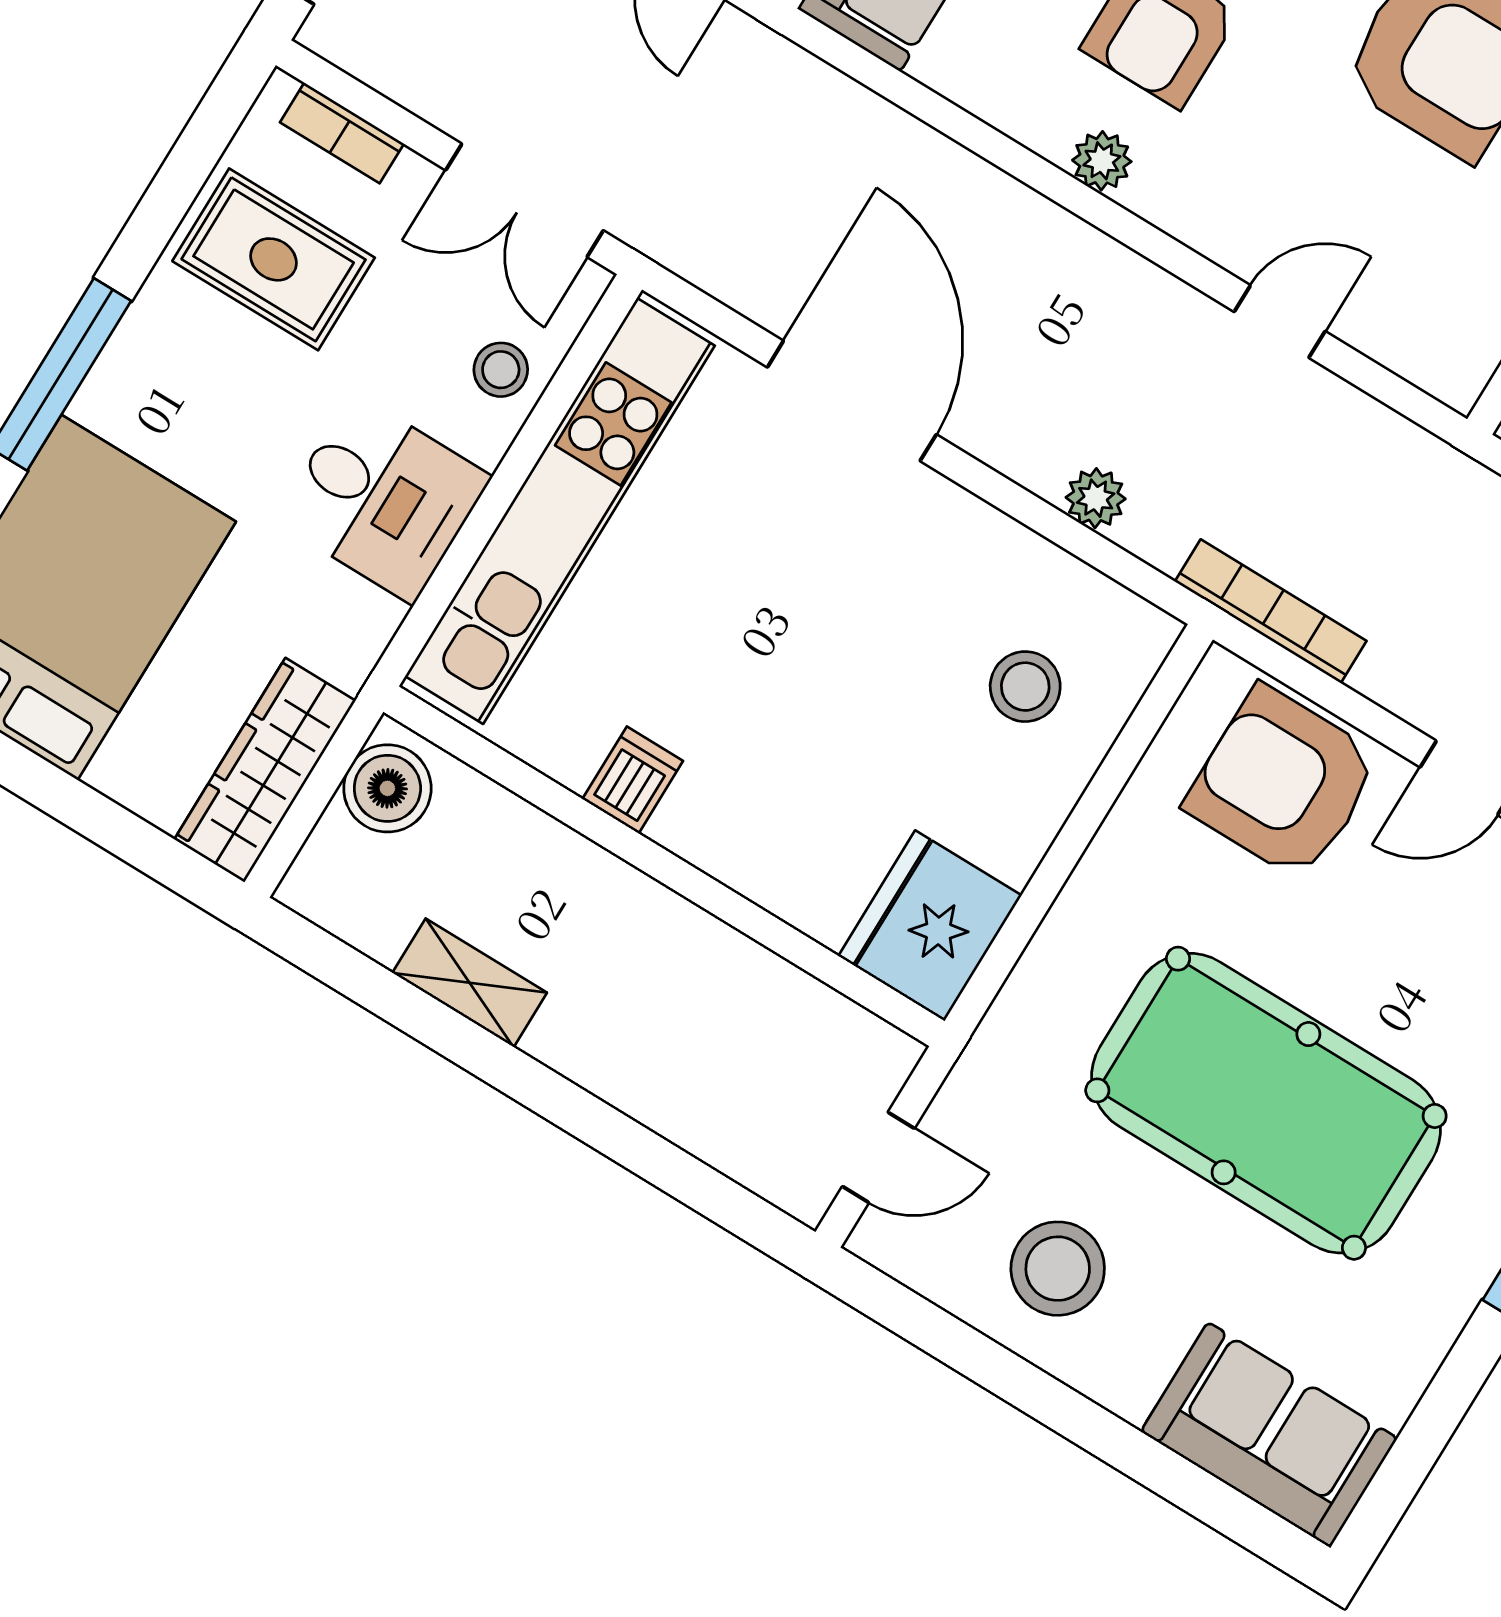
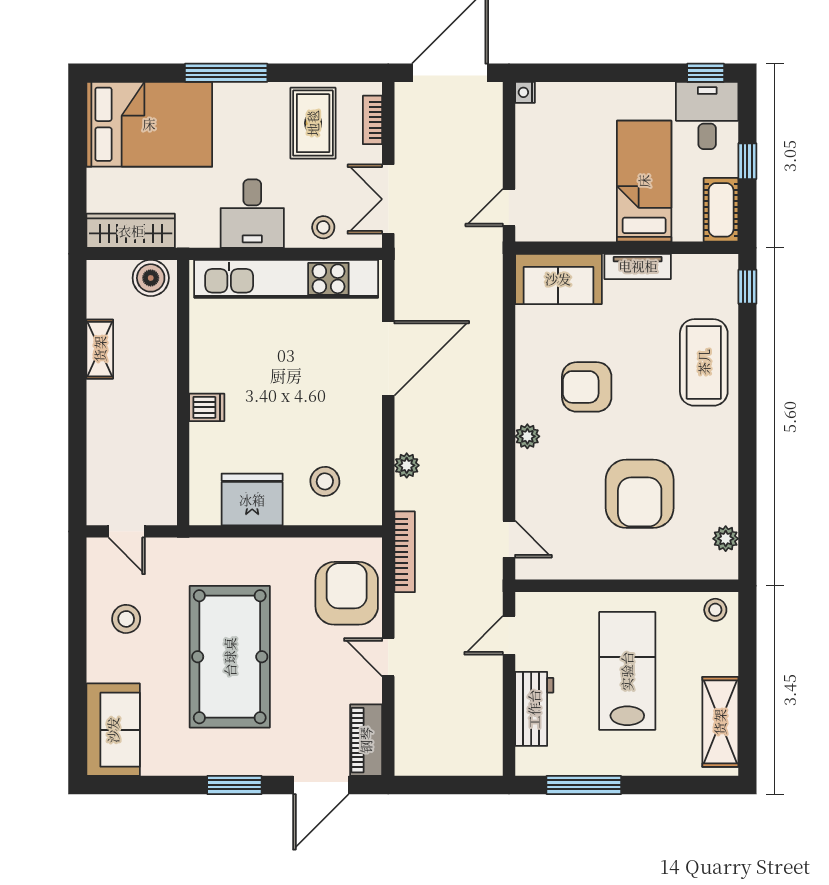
plant: (1102, 161) -> (527, 436), moved
door: (1280, 322) -> (509, 539), moved
dishwasher: (633, 780) -> (207, 407), moved
fridge: (930, 926) -> (252, 500), moved
stool: (1058, 1269) -> (126, 619), width x0.73, depth x0.73

